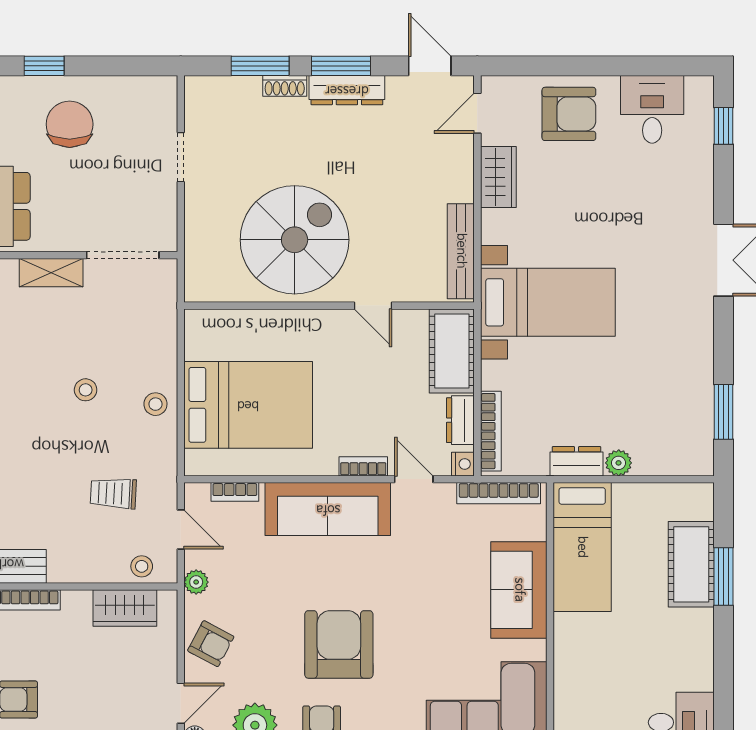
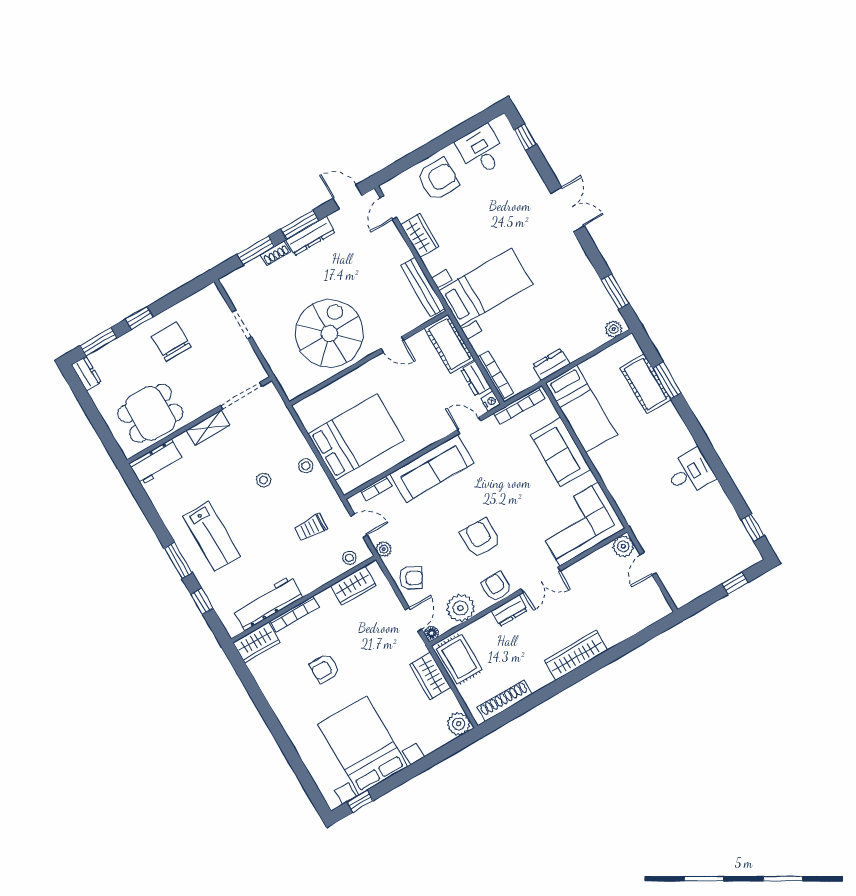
plant: (619, 463) -> (614, 329), moved
bookcase: (363, 466) -> (438, 434), removed
armchair: (339, 644) -> (480, 538), width x0.73, depth x0.73

